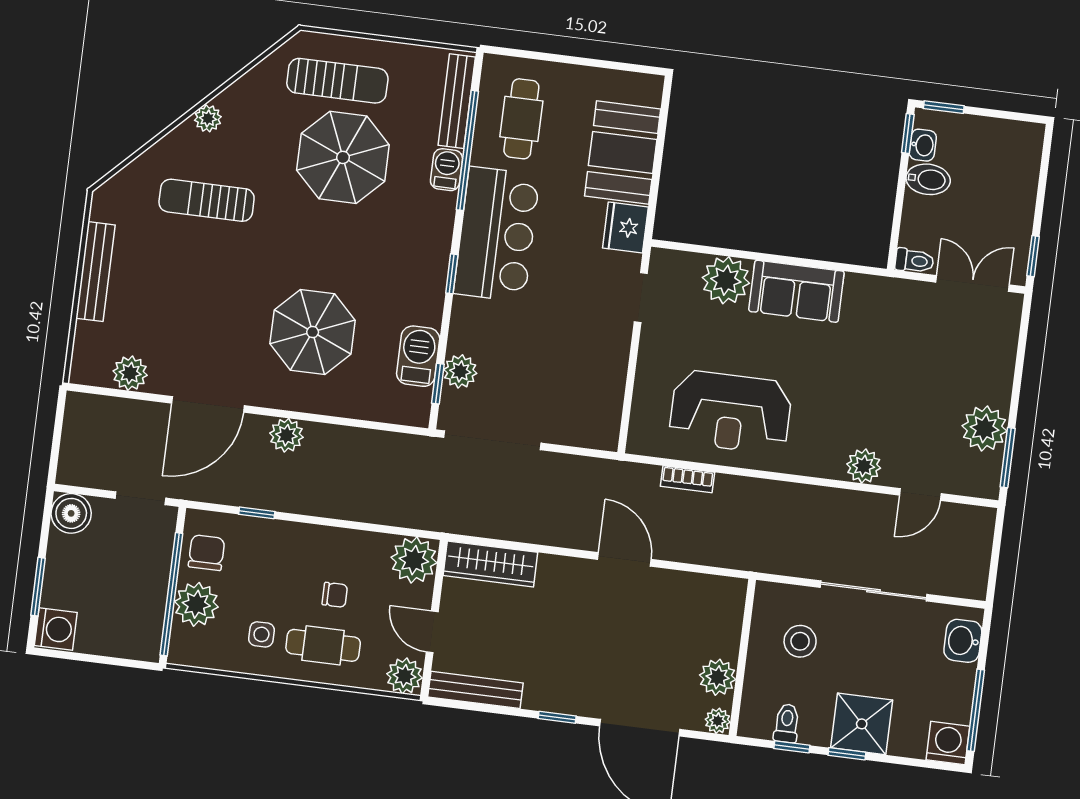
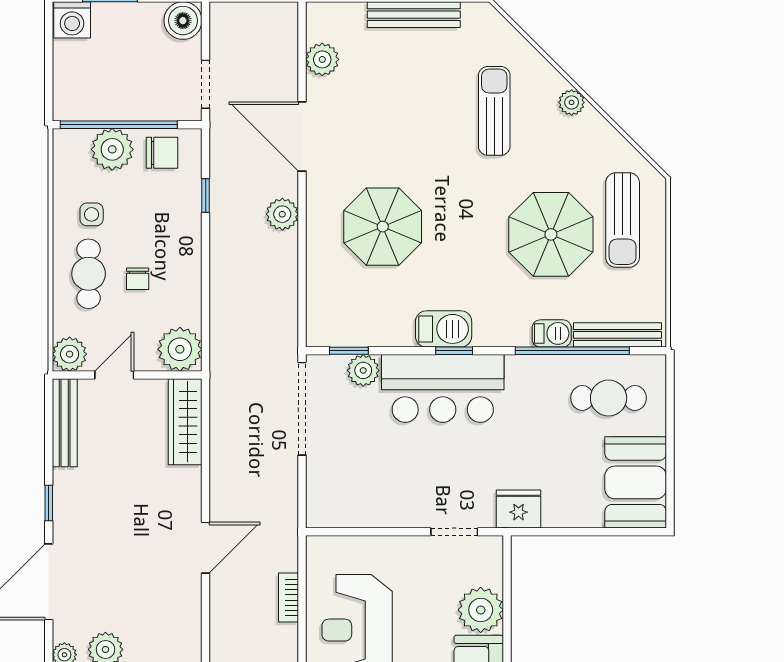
booth: (623, 152) -> (636, 482), moved, turned 90
bar counter: (497, 234) -> (443, 388), moved
barbecue: (418, 356) -> (444, 329), moved

